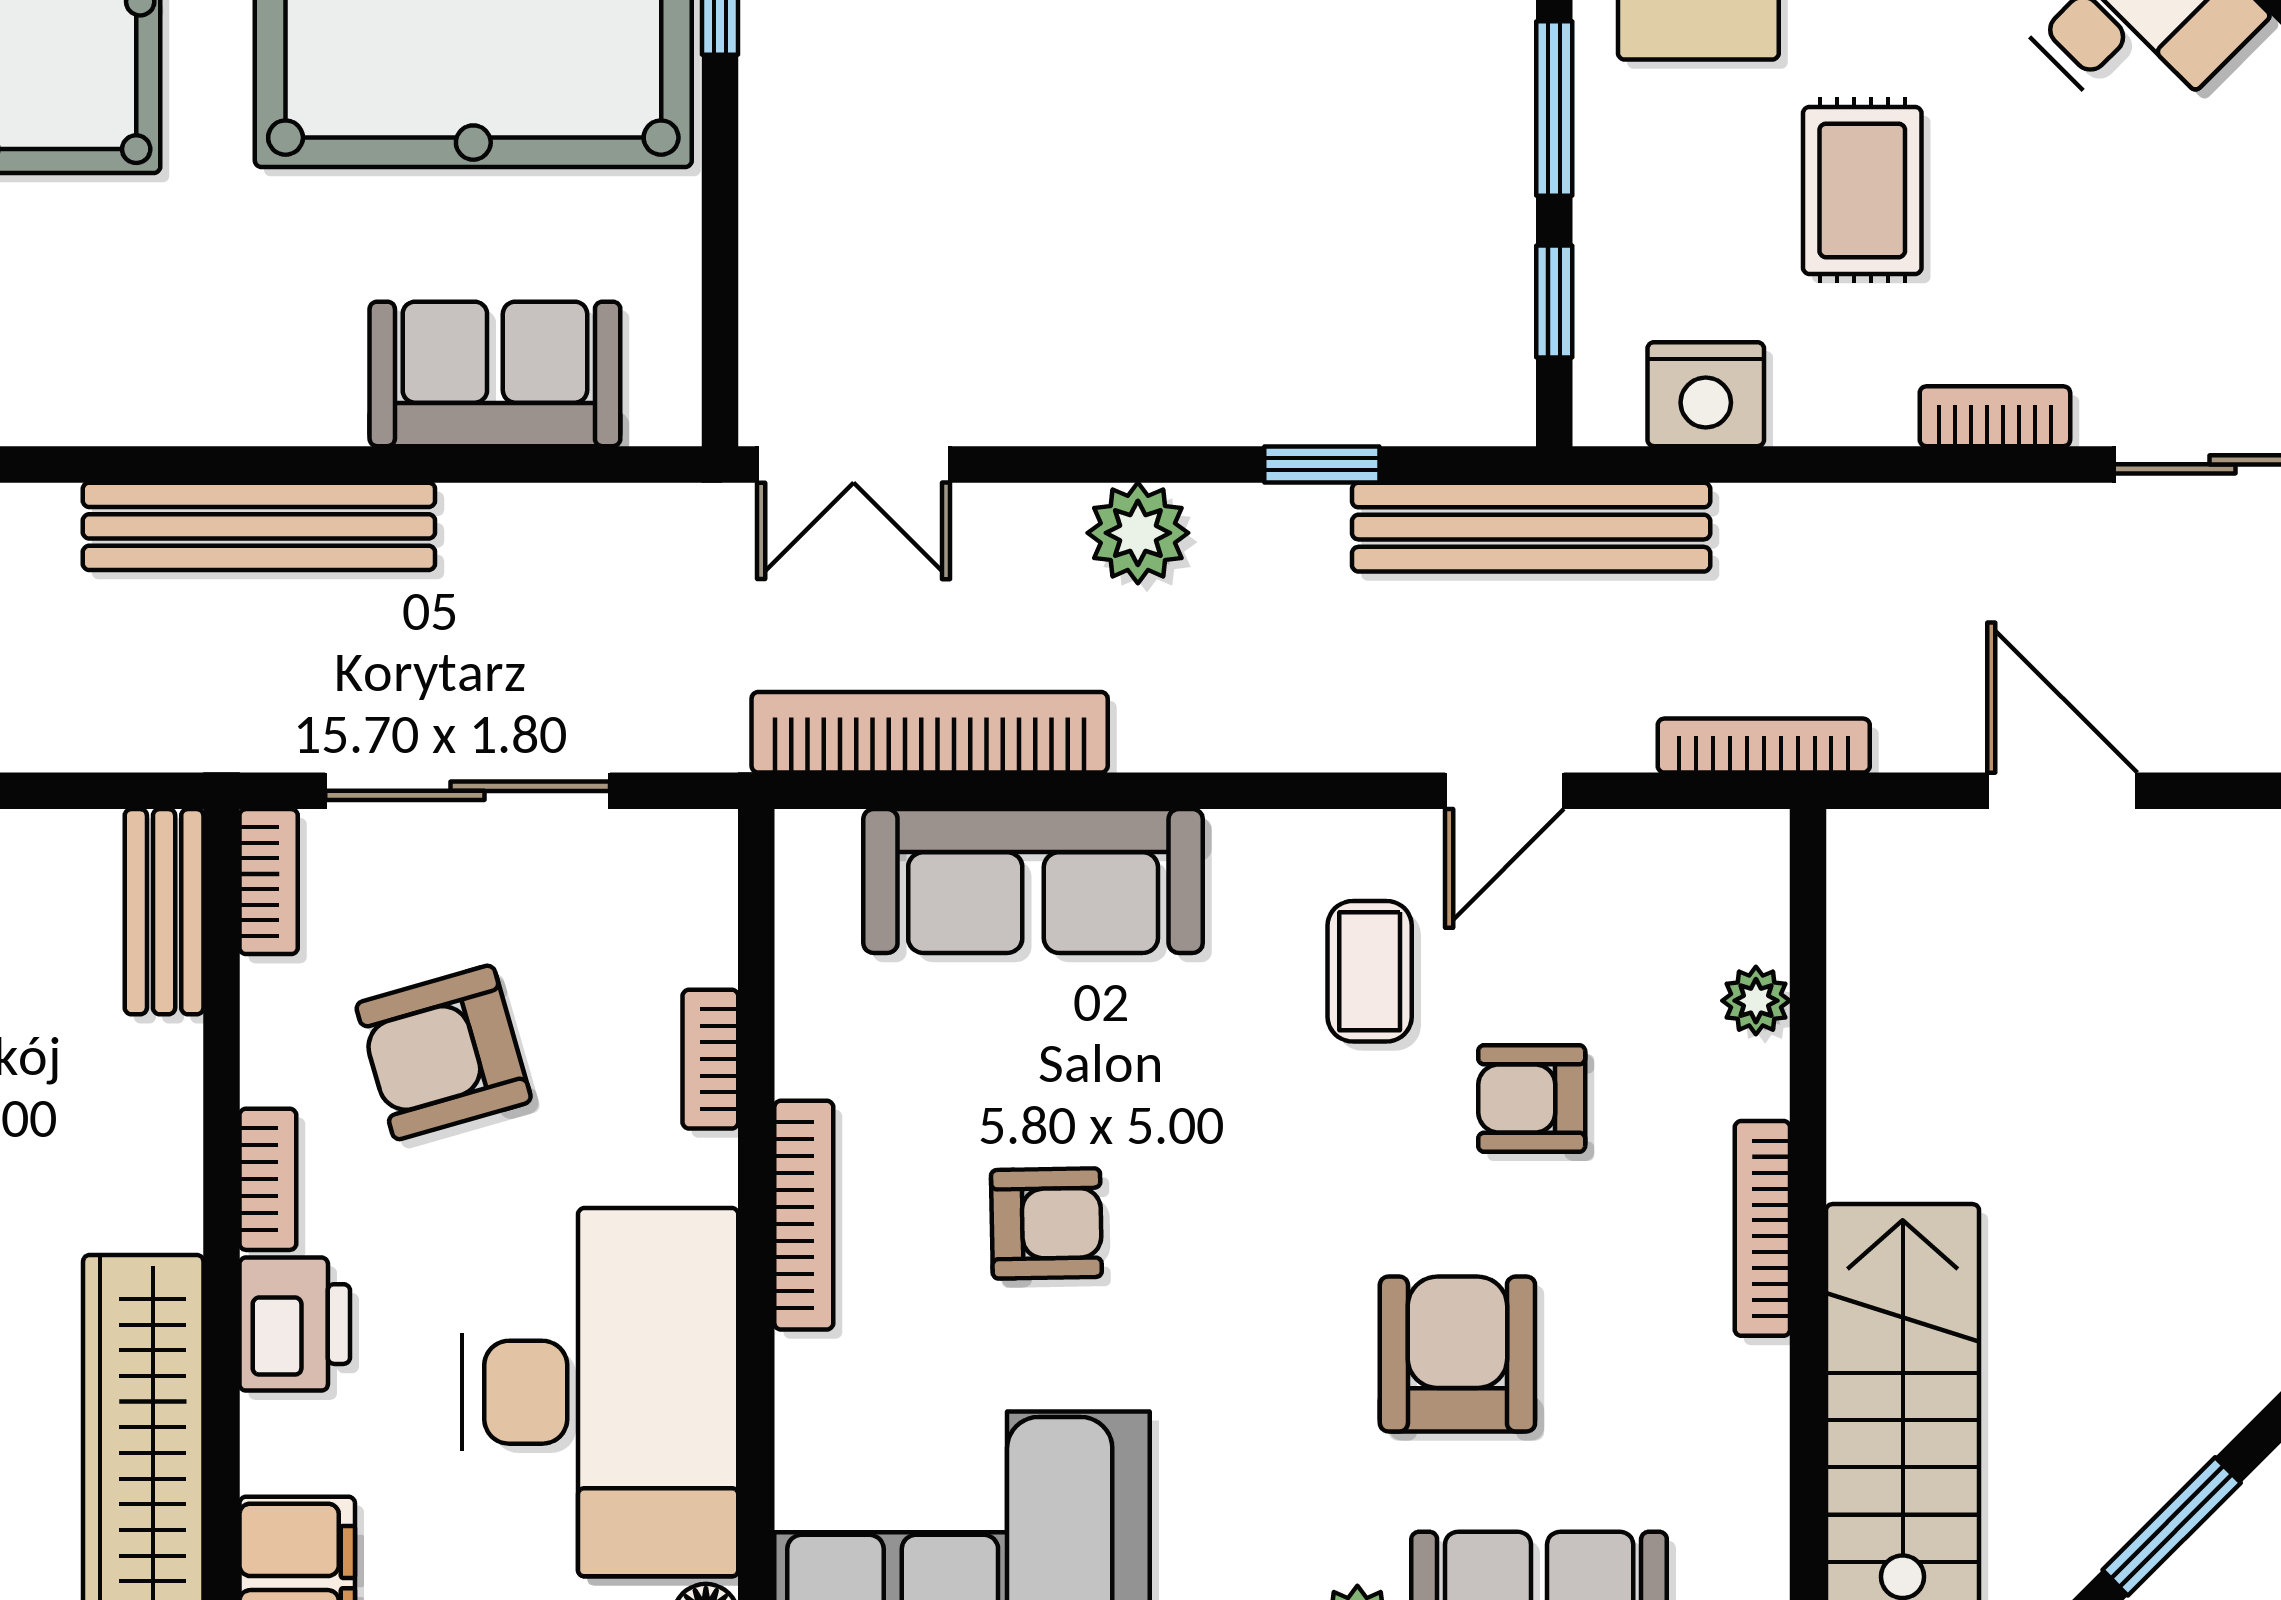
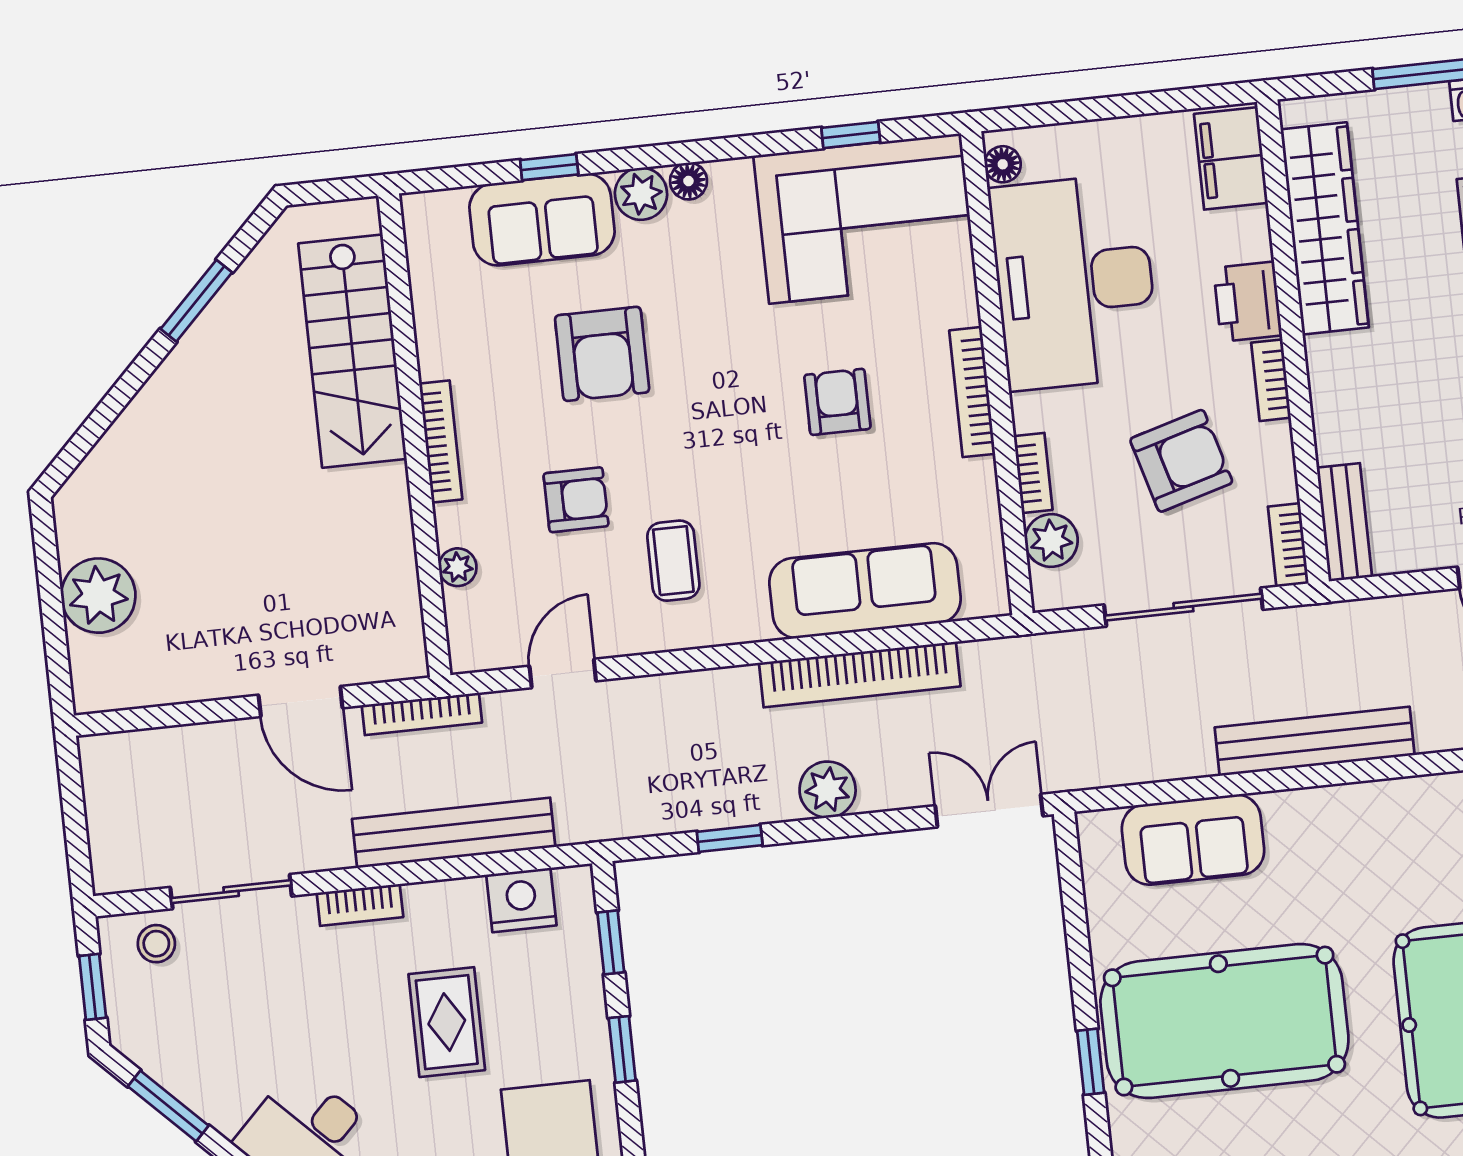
window: (1554, 108) -> (622, 1049), width x0.67
bench: (1531, 527) -> (454, 833), moved
bookcase: (930, 732) -> (860, 675), moved
bookcase: (1764, 746) -> (422, 714), moved
door: (1504, 791) -> (563, 673), moved
plant: (691, 935) -> (1051, 541), added
armchair: (1046, 1223) -> (837, 402), turned 91

